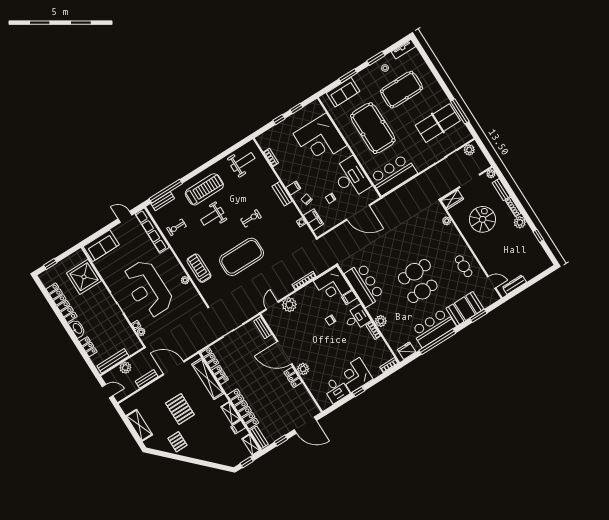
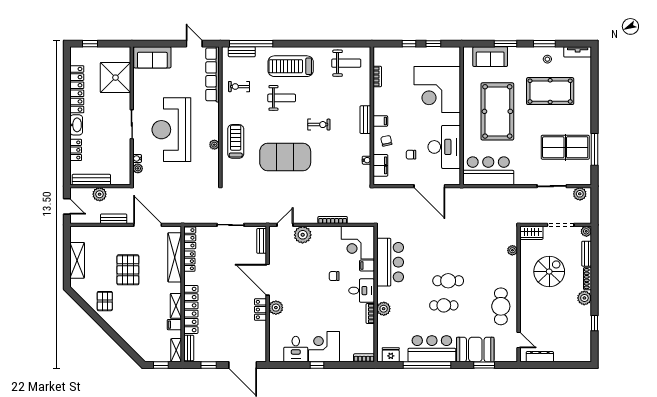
treadmill: (204, 189) -> (291, 66), turned 180
weight bench: (212, 216) -> (282, 98), turned 180
cafe table: (464, 266) -> (501, 306), width x1.37, depth x1.35
cafe table: (414, 272) -> (448, 281), width x0.73, depth x0.74
cafe table: (422, 291) -> (444, 305), width x0.73, depth x0.74

